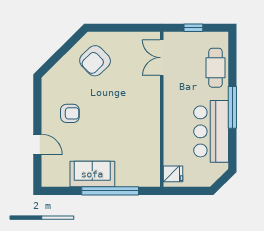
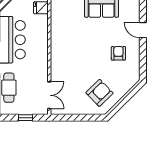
armchair: (70, 113) -> (118, 53), turned 90

